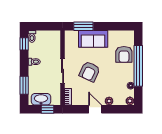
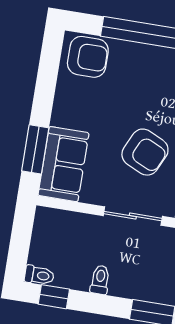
sofa: (93, 39) -> (63, 164), moved
armchair: (124, 54) -> (88, 57), moved

